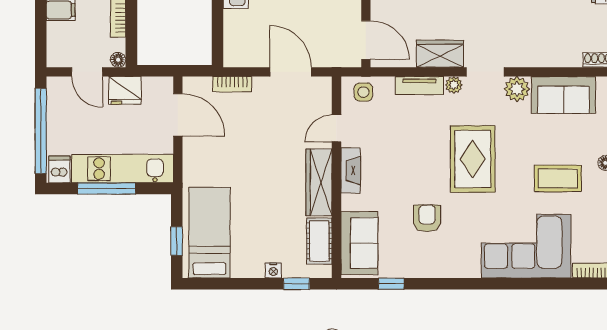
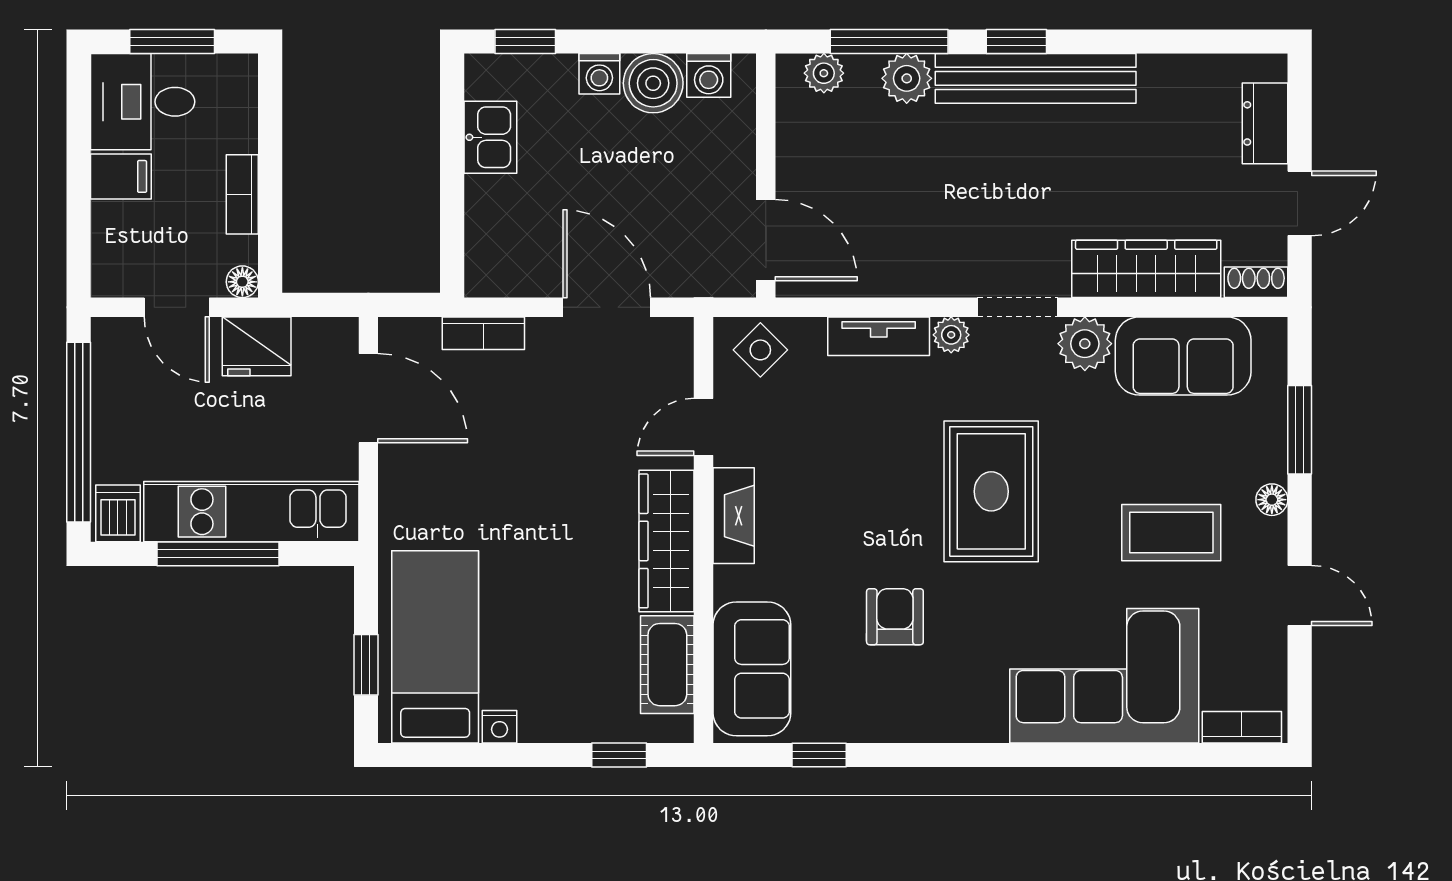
wardrobe: (440, 54) -> (1146, 269), moved, width x1.50
side table: (363, 92) -> (760, 350), turned 45
nightstand: (273, 270) -> (499, 727), moved

